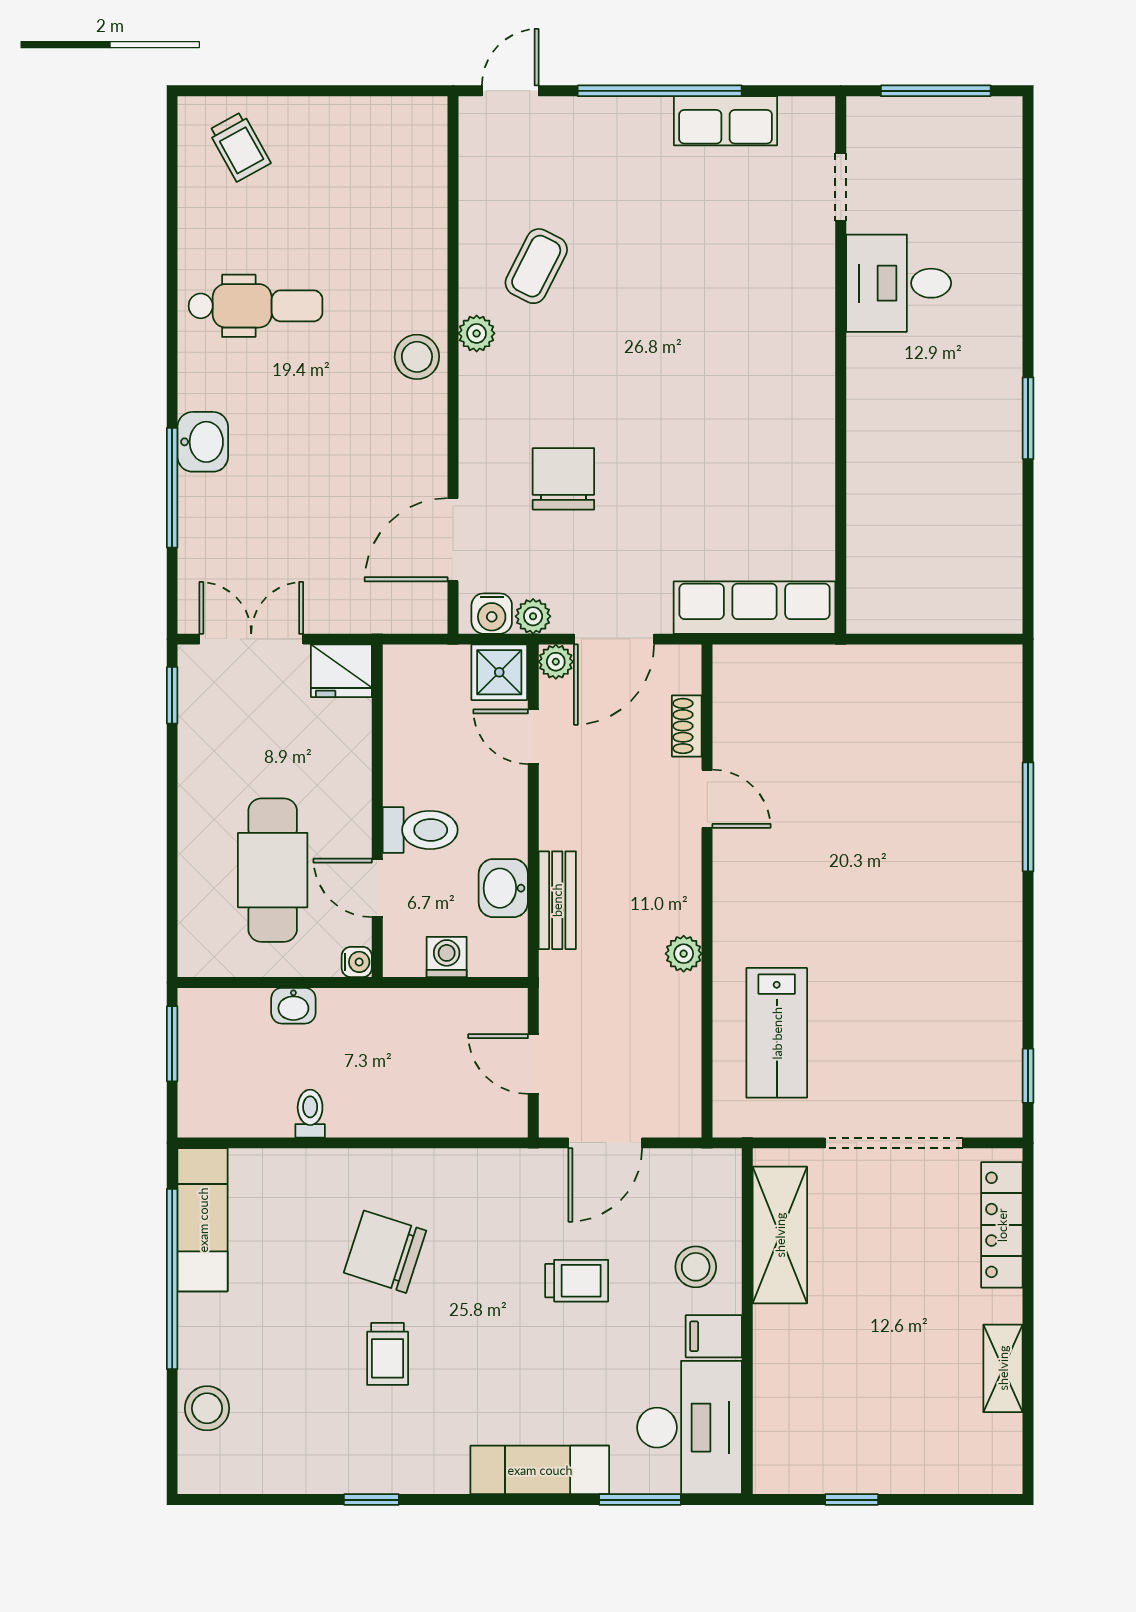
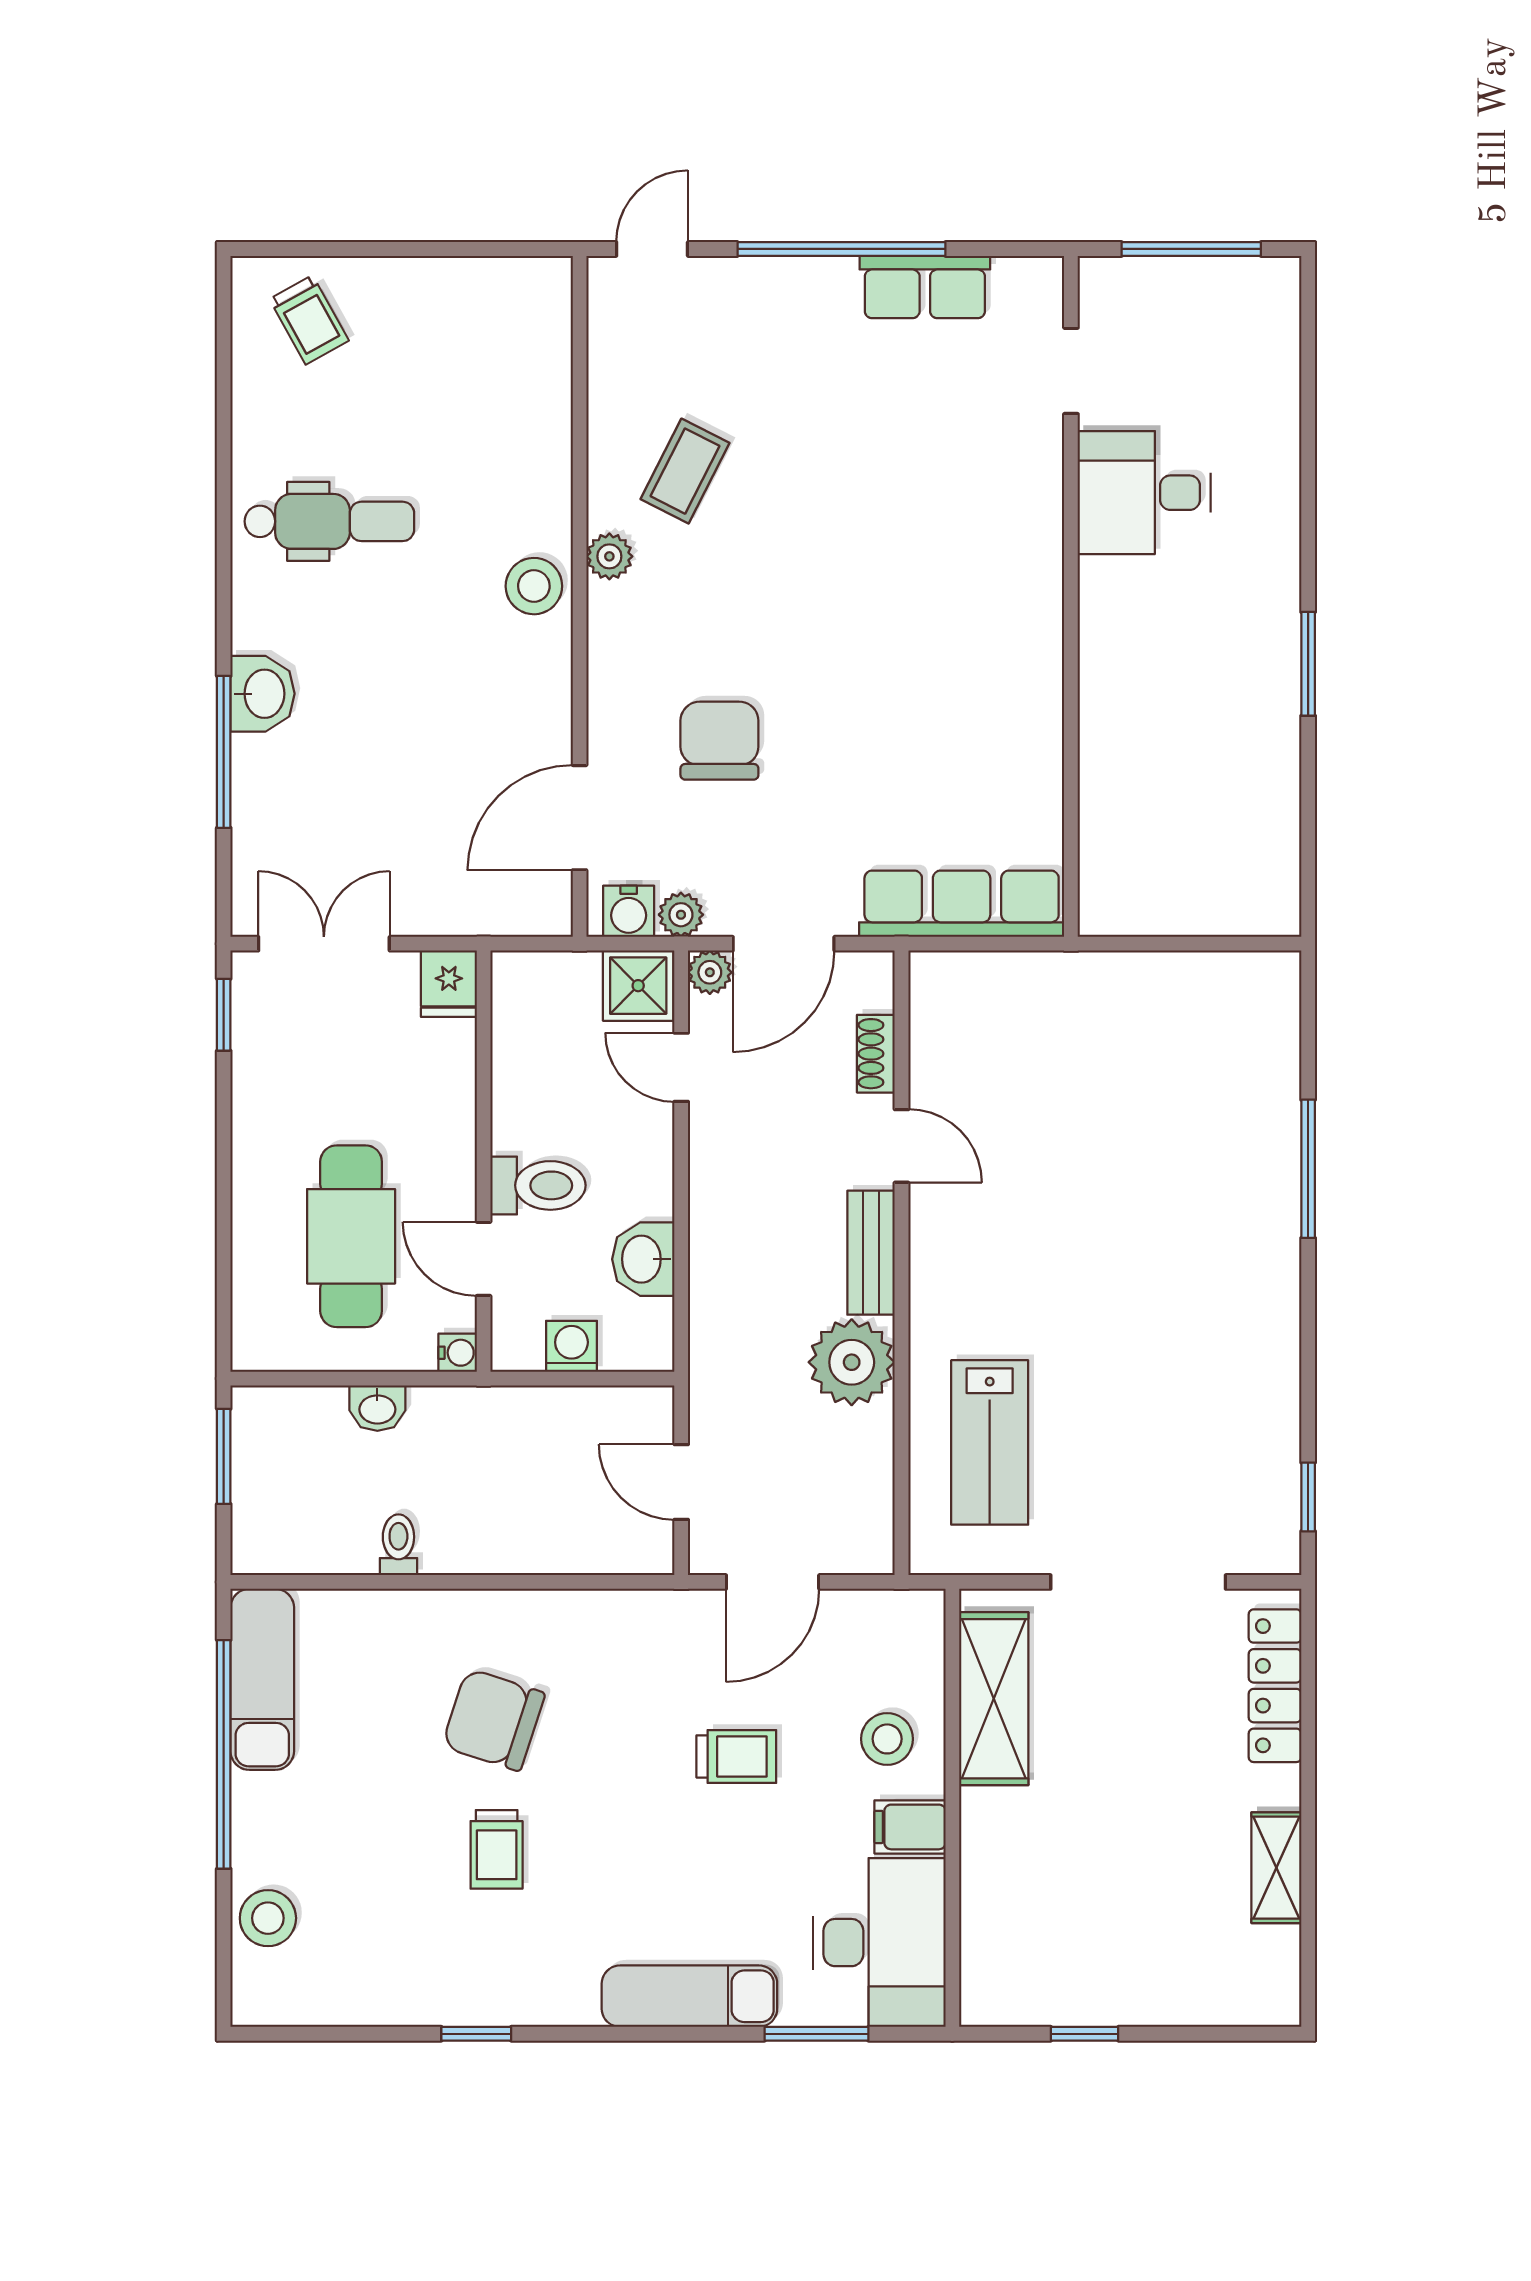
fridge: (341, 671) -> (449, 984), width x0.72
bench: (557, 900) -> (871, 1253), moved
plant: (684, 954) -> (852, 1362), width x1.88, depth x1.88

